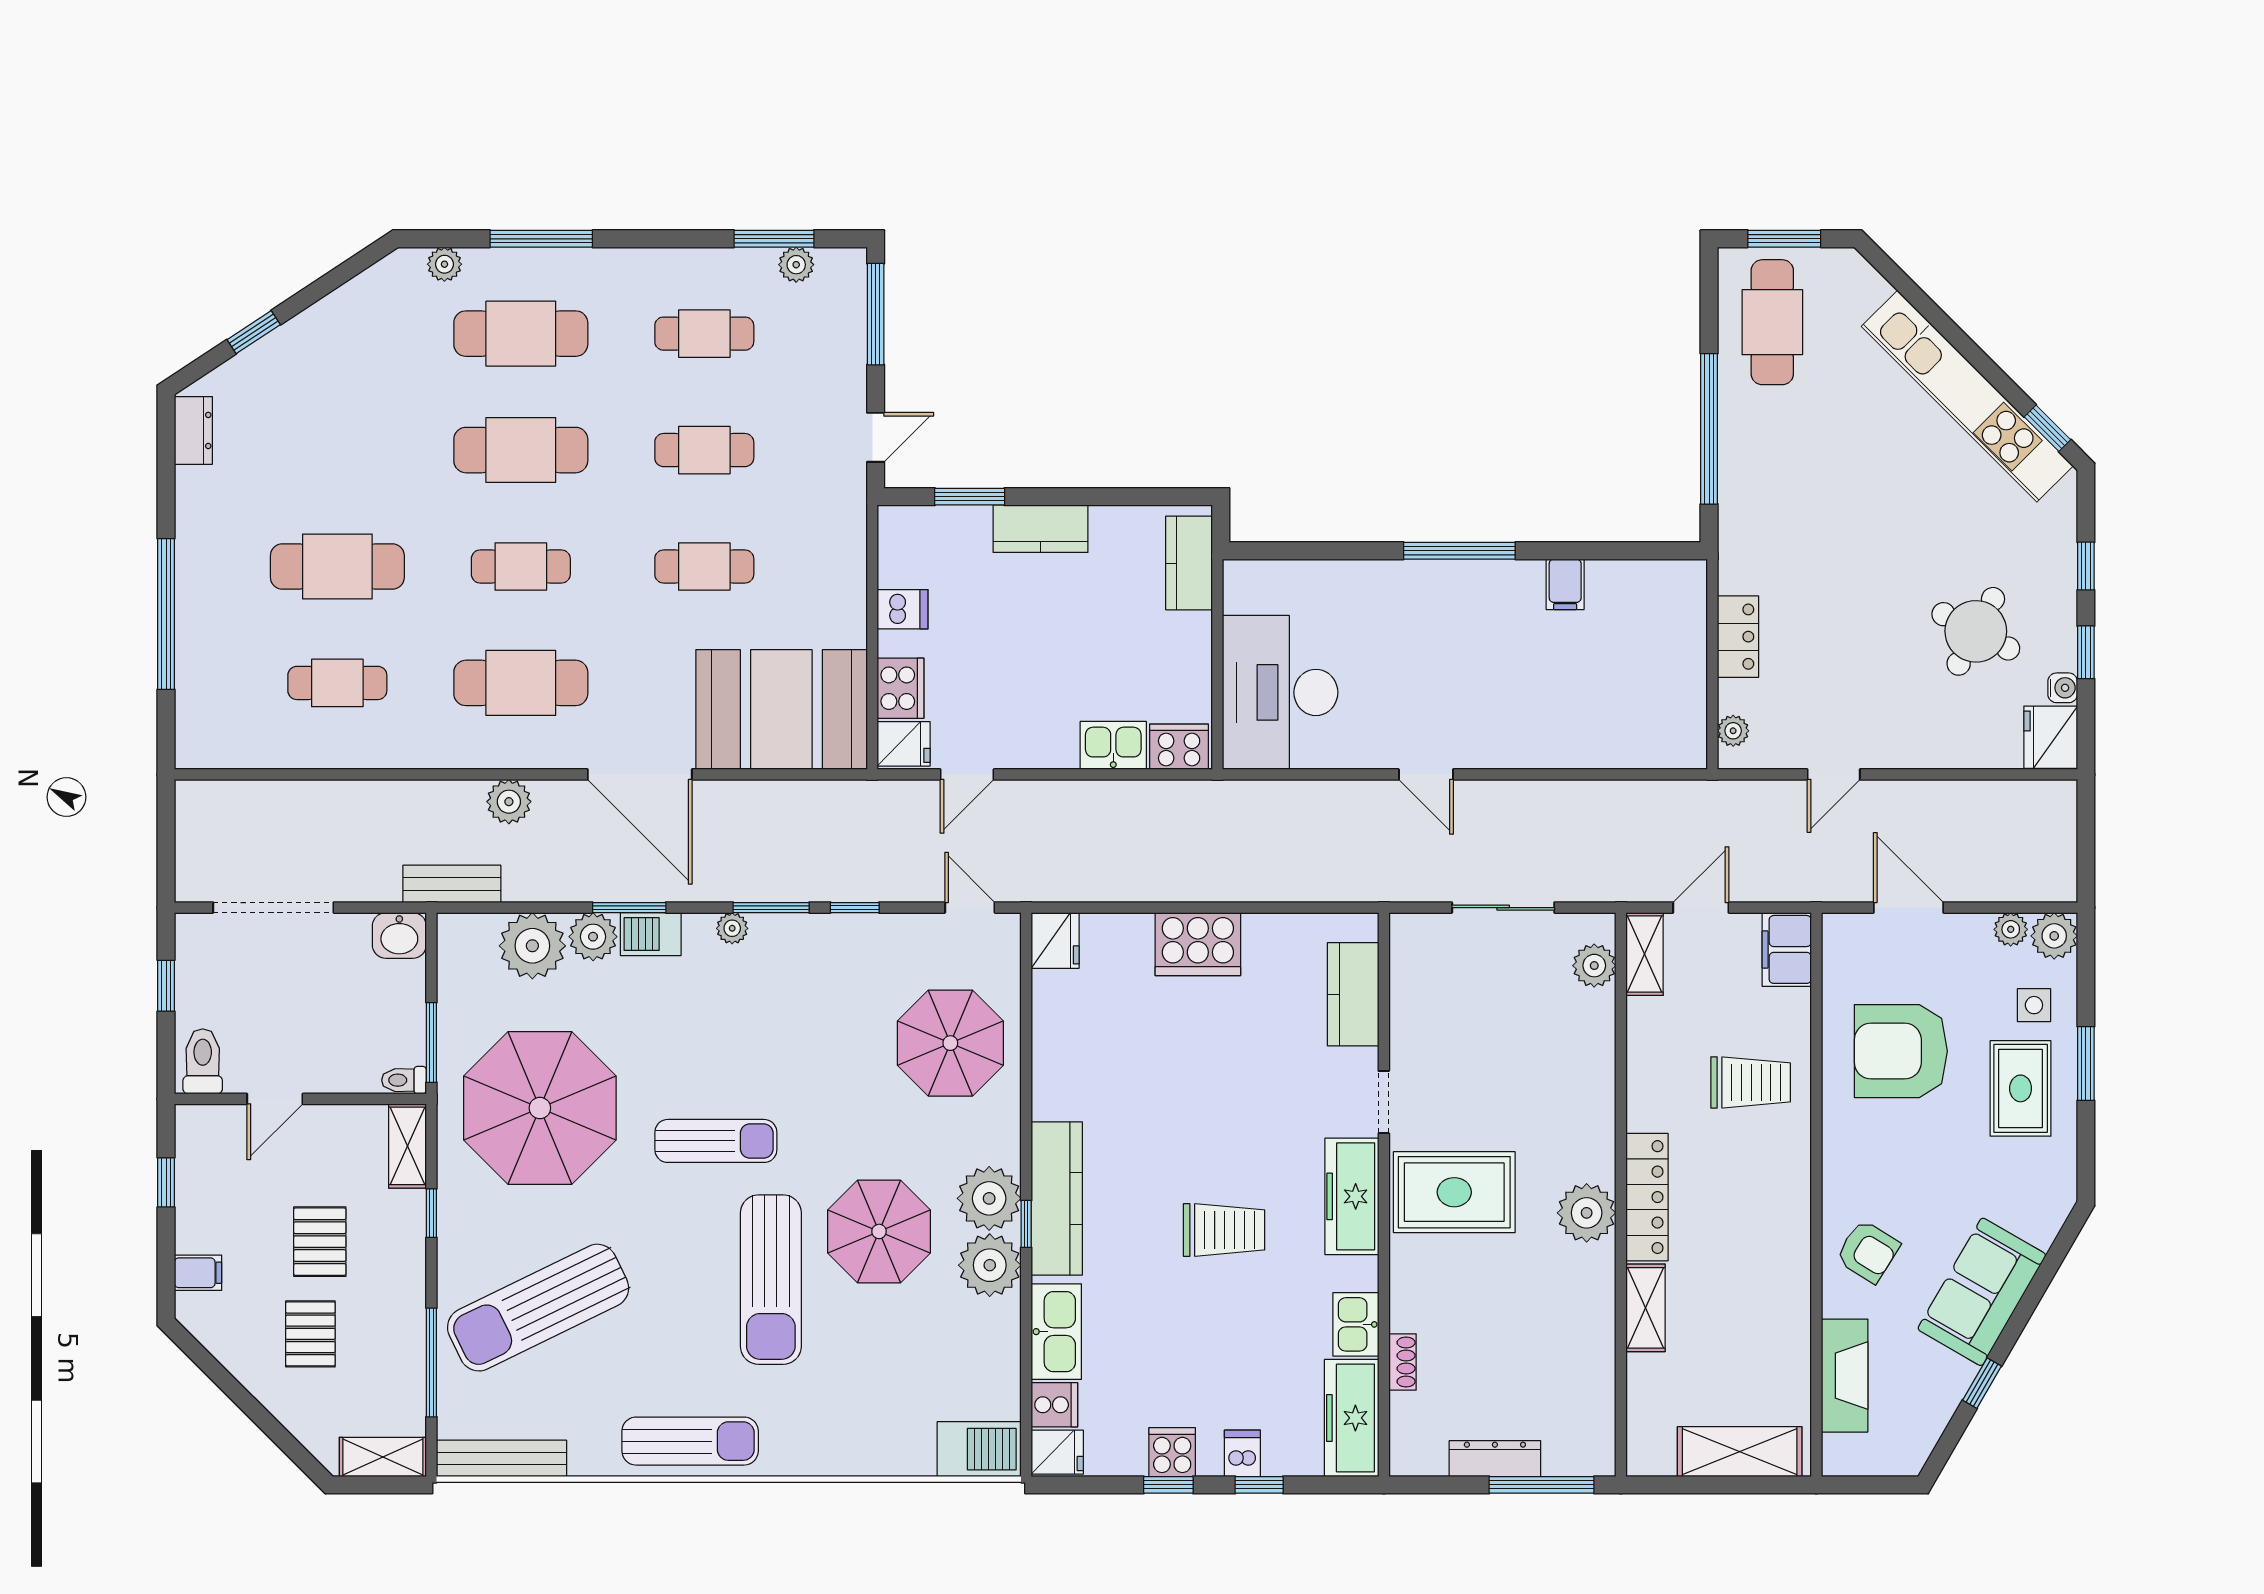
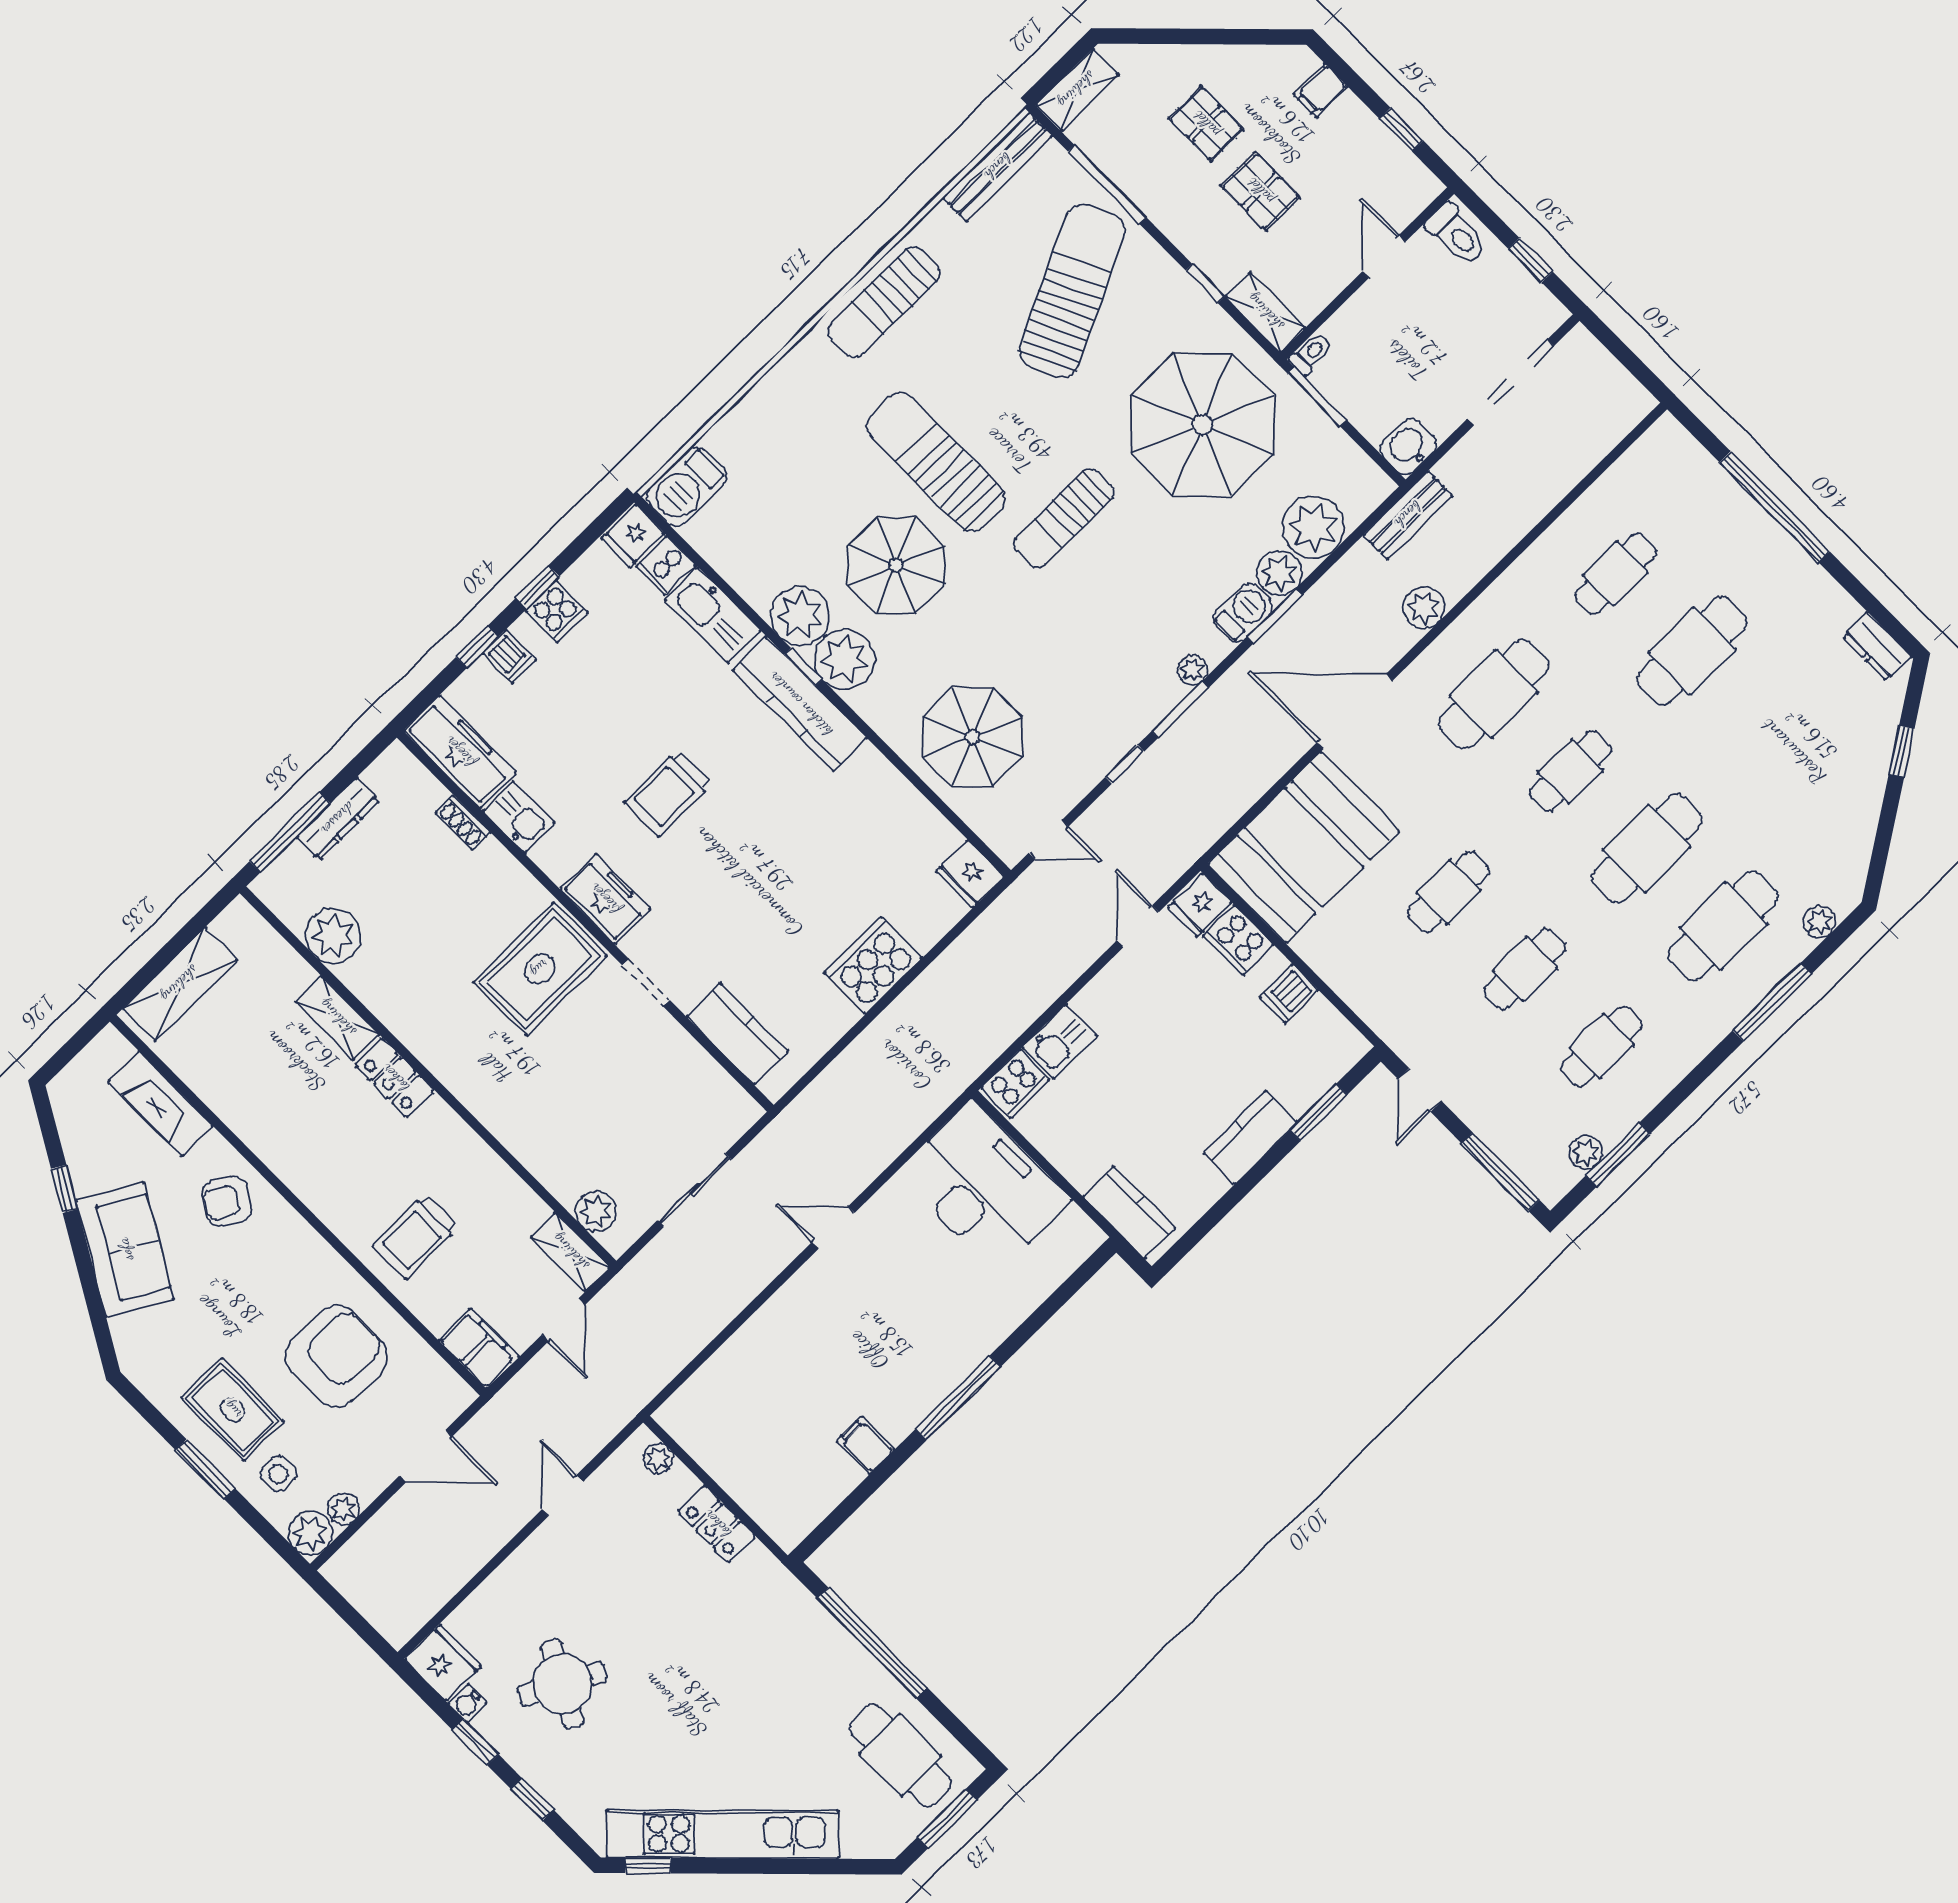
freezer: (1352, 1196) -> (605, 899), width x0.71
locker: (1647, 1197) -> (395, 1078), width x0.66
plant: (1587, 1213) -> (333, 936), moved

